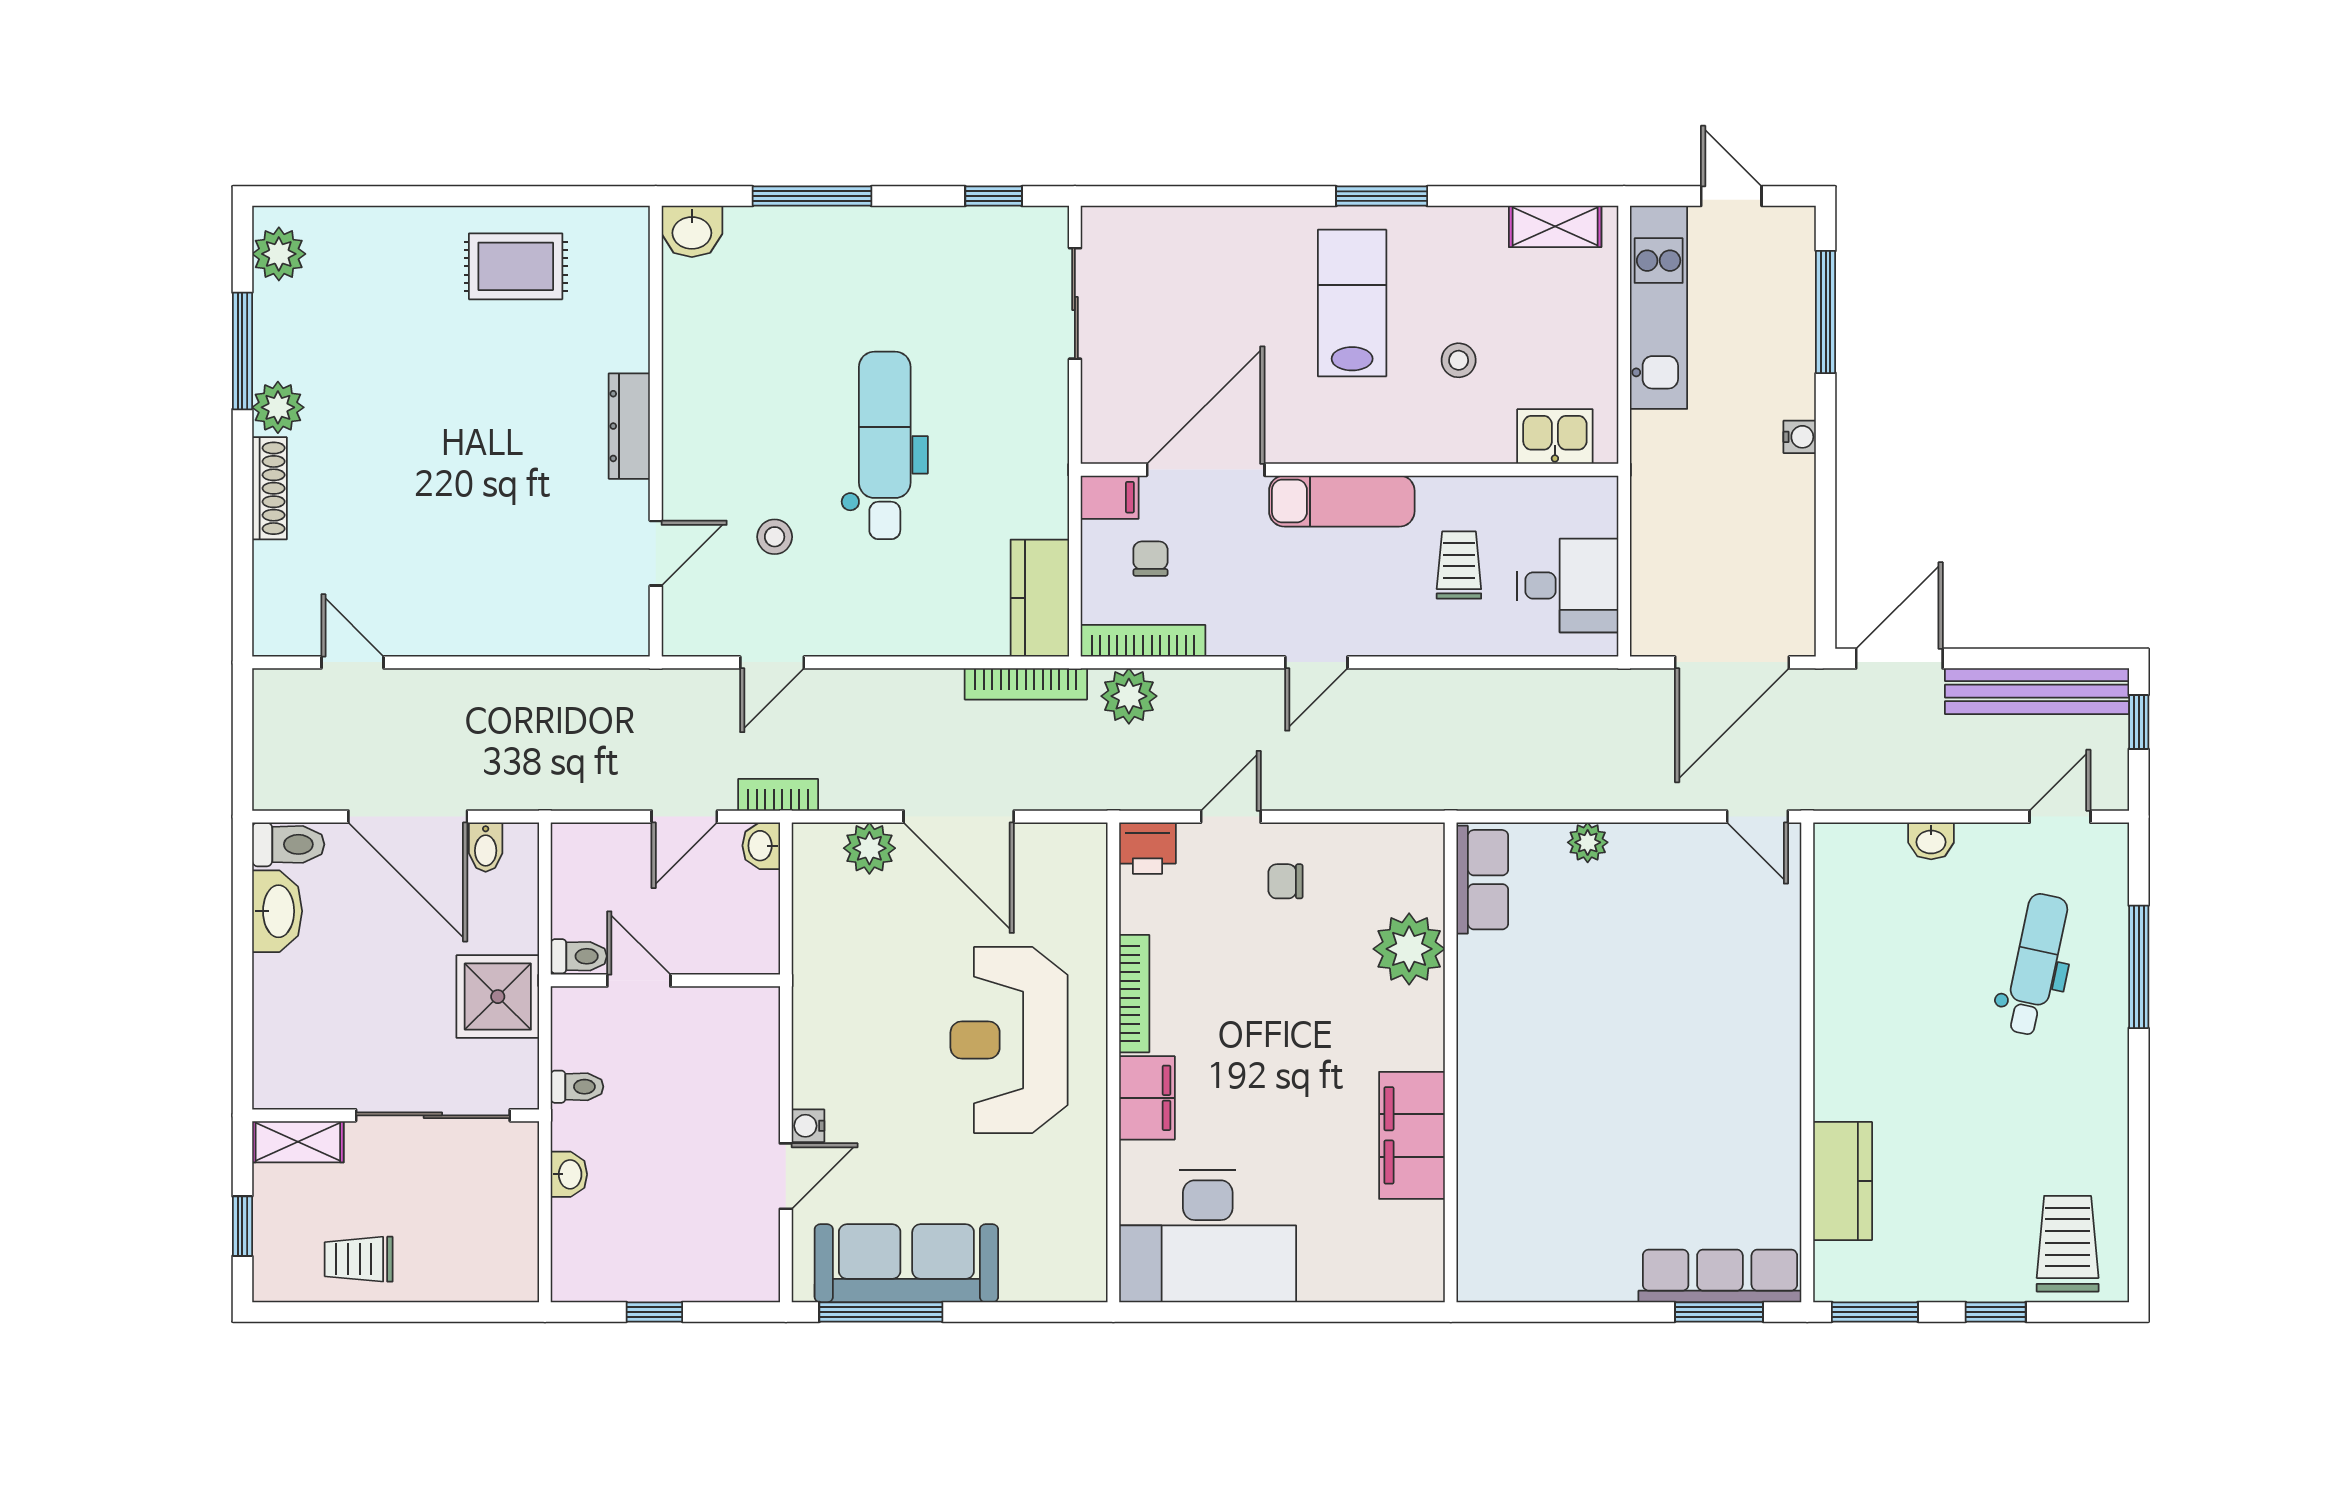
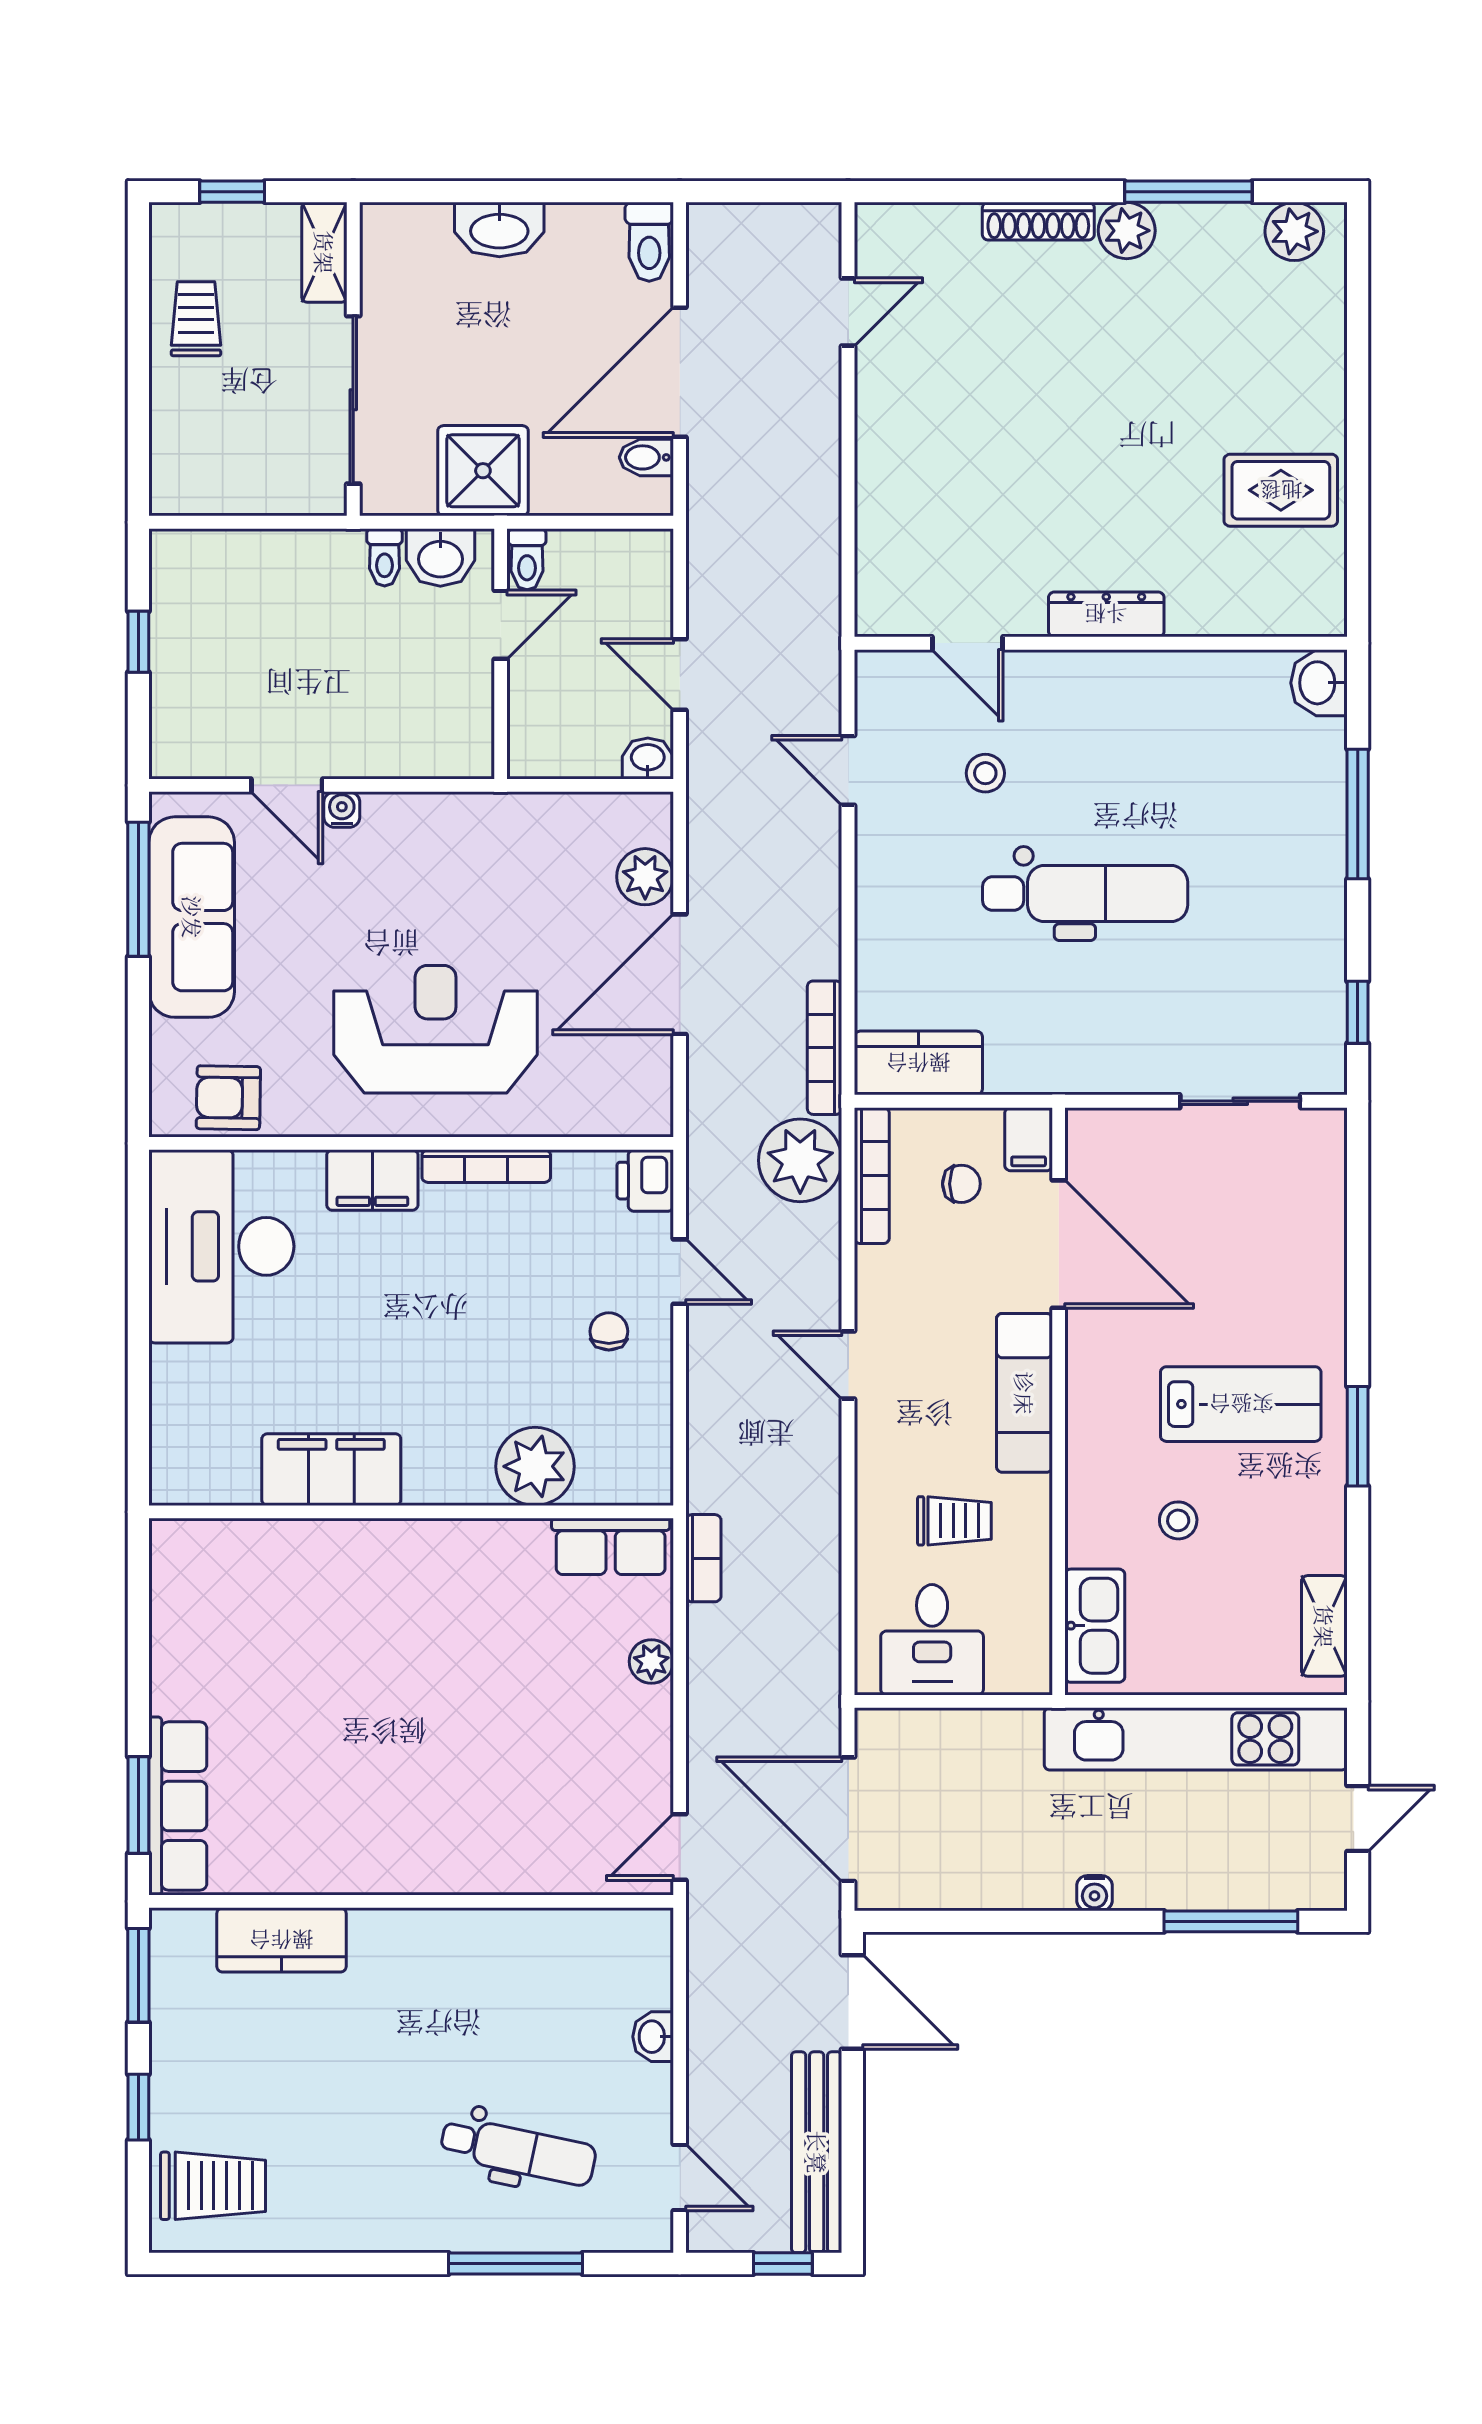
rug: (516, 266) -> (1281, 490), turned 90
kitchen unit: (1659, 307) -> (1196, 1739), width x1.36
kitchen sink: (1555, 437) -> (1095, 1626), width x1.38
plant: (1129, 696) -> (800, 1160), width x1.36, depth x1.36
bookcase: (778, 795) -> (703, 1558), moved
washbasin: (277, 911) -> (499, 230), moved
washbasin: (569, 1174) -> (440, 557), moved, width x1.38, depth x1.45
armchair: (1072, 1230) -> (228, 1098), added

